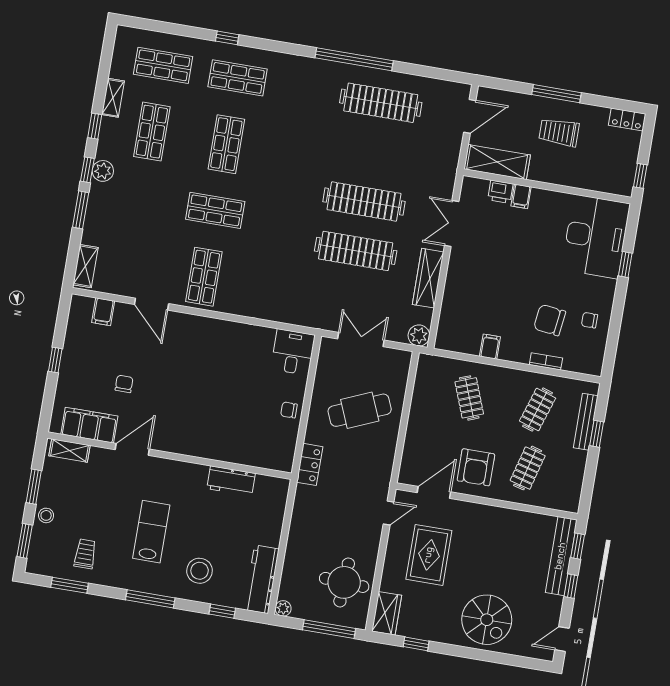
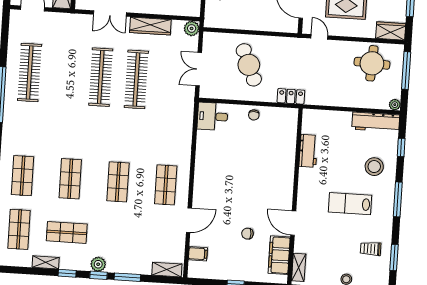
shop shelf: (226, 144) -> (70, 179), turned 90
shop shelf: (204, 277) -> (166, 185), turned 90

